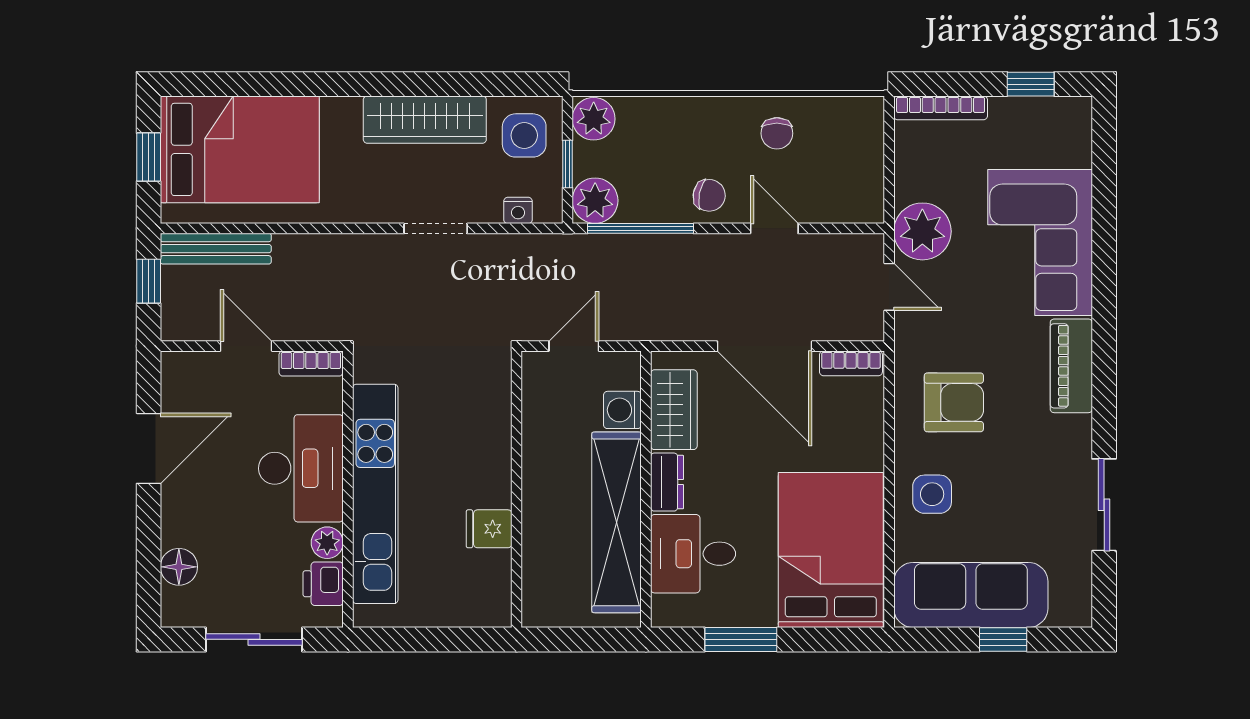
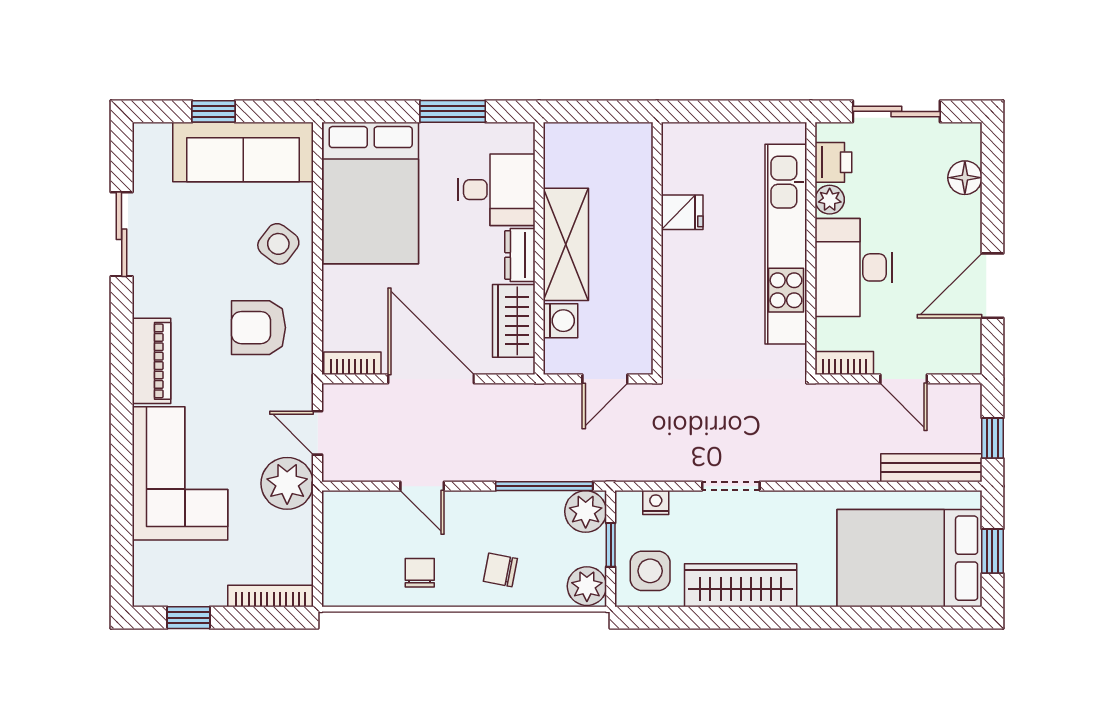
chair: (709, 195) -> (500, 570), moved
side table: (932, 494) -> (278, 244), turned 37
shelving: (617, 522) -> (566, 244), width x0.68

